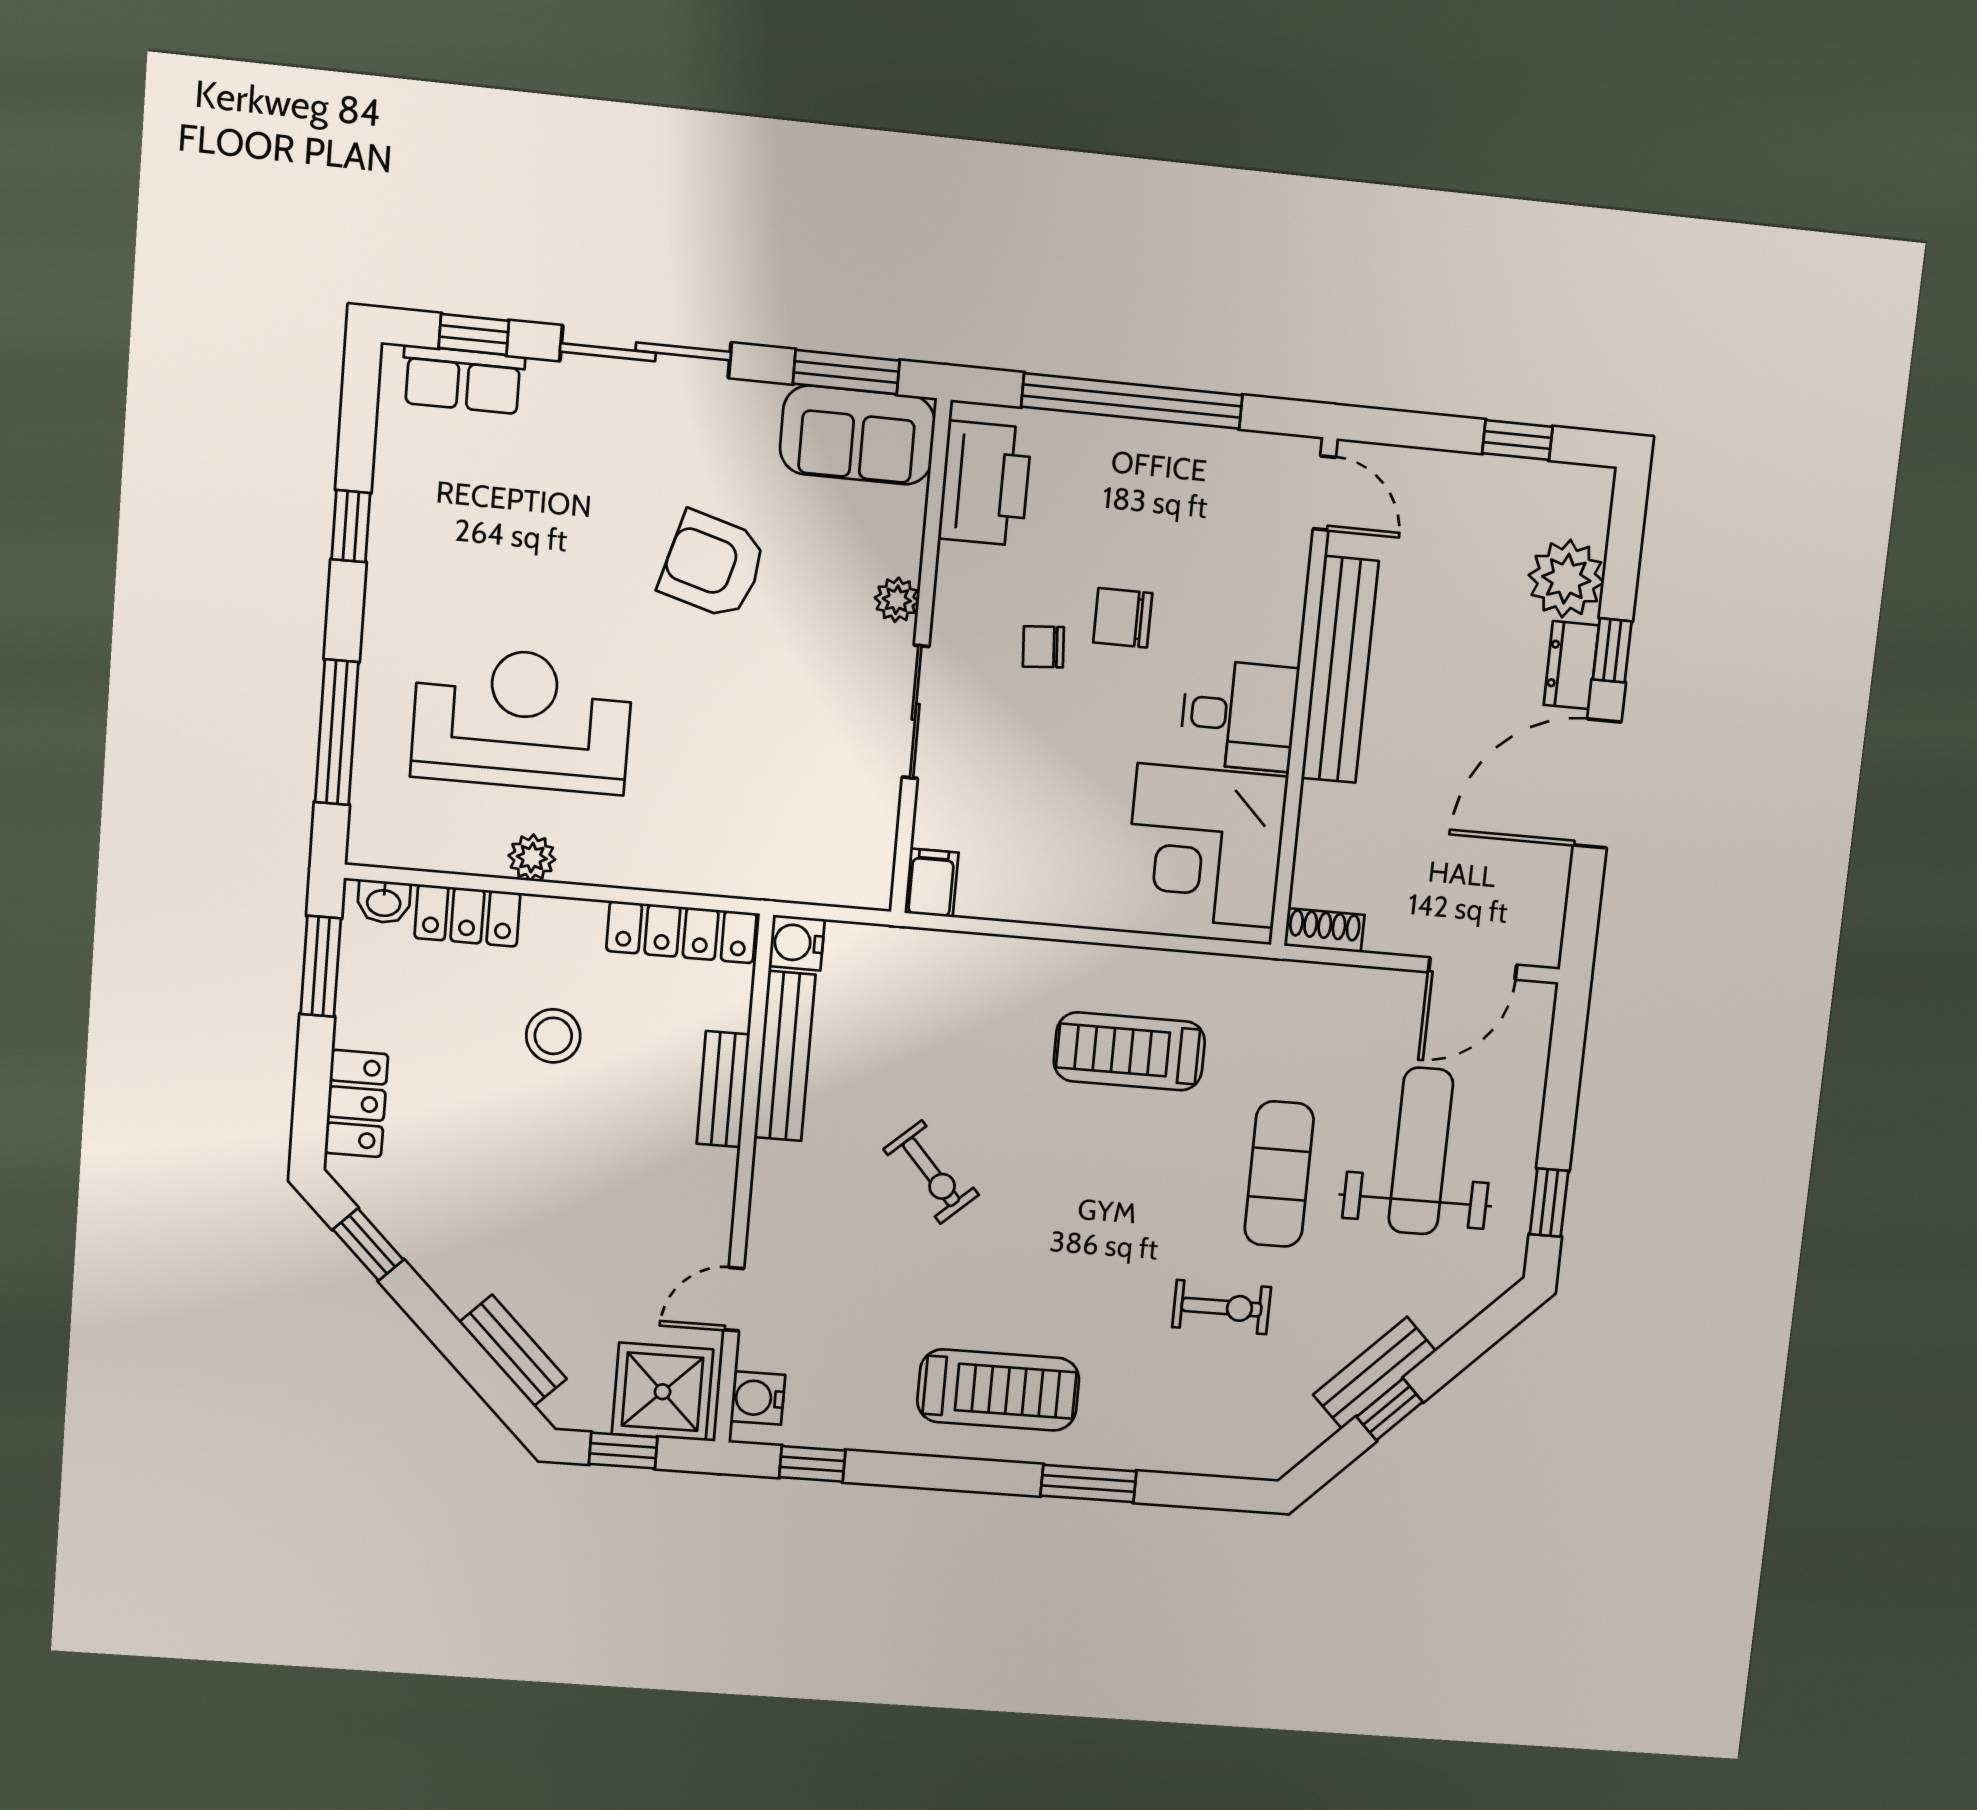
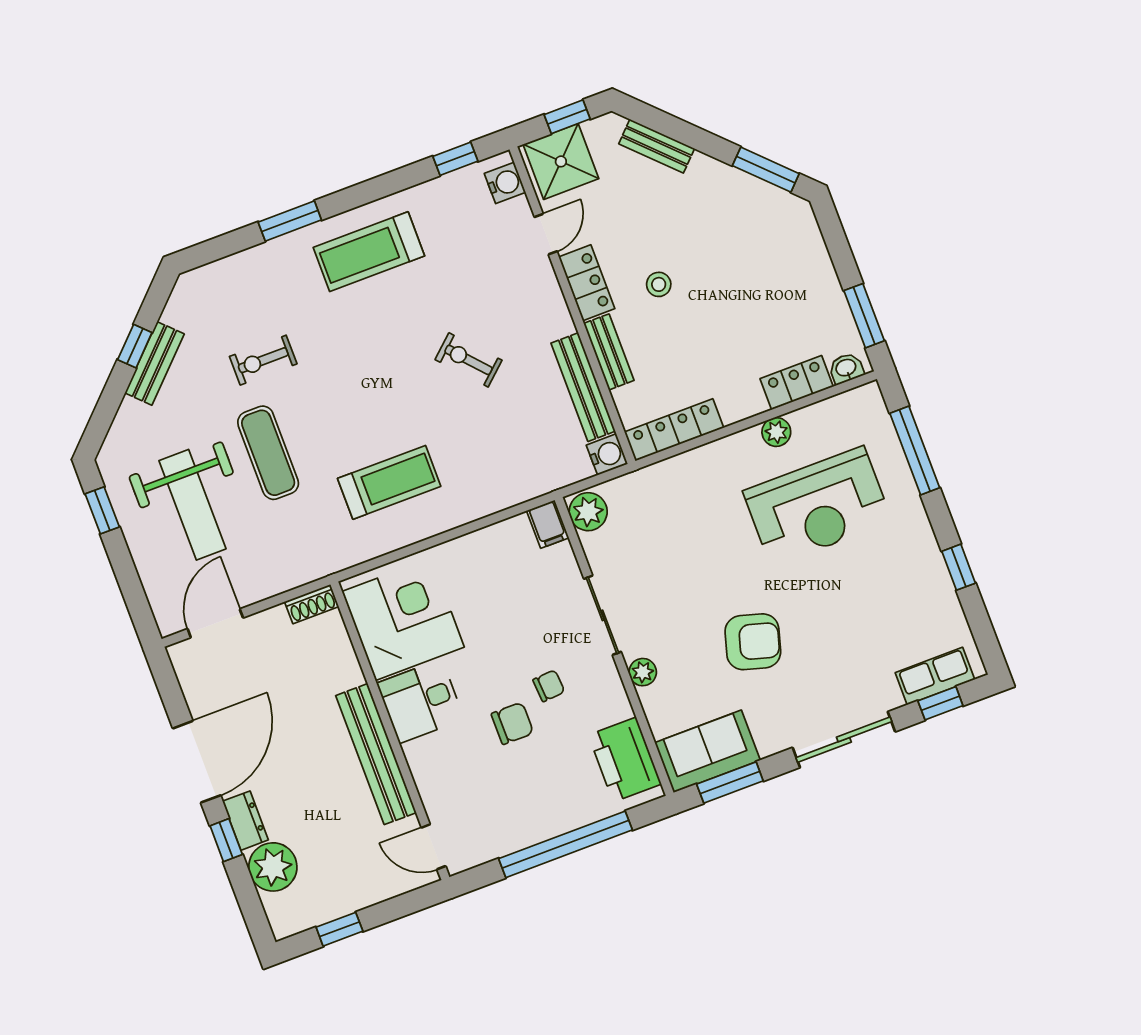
plant: (864, 873) -> (588, 512), added
stool: (553, 1036) -> (659, 284), moved, width x0.73, depth x0.73
locker: (356, 1103) -> (587, 283), moved, turned 180
window: (368, 1245) -> (766, 170), width x1.50

